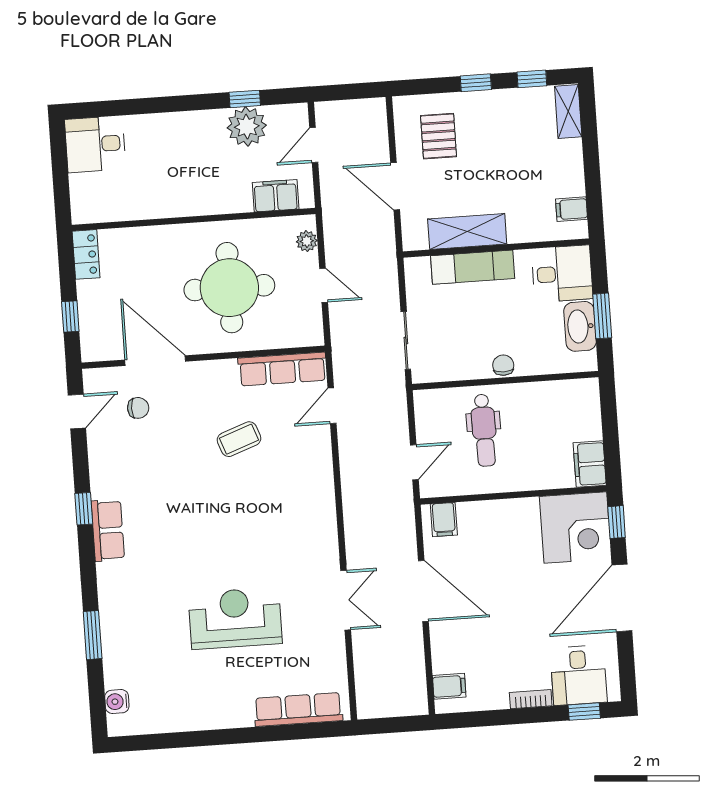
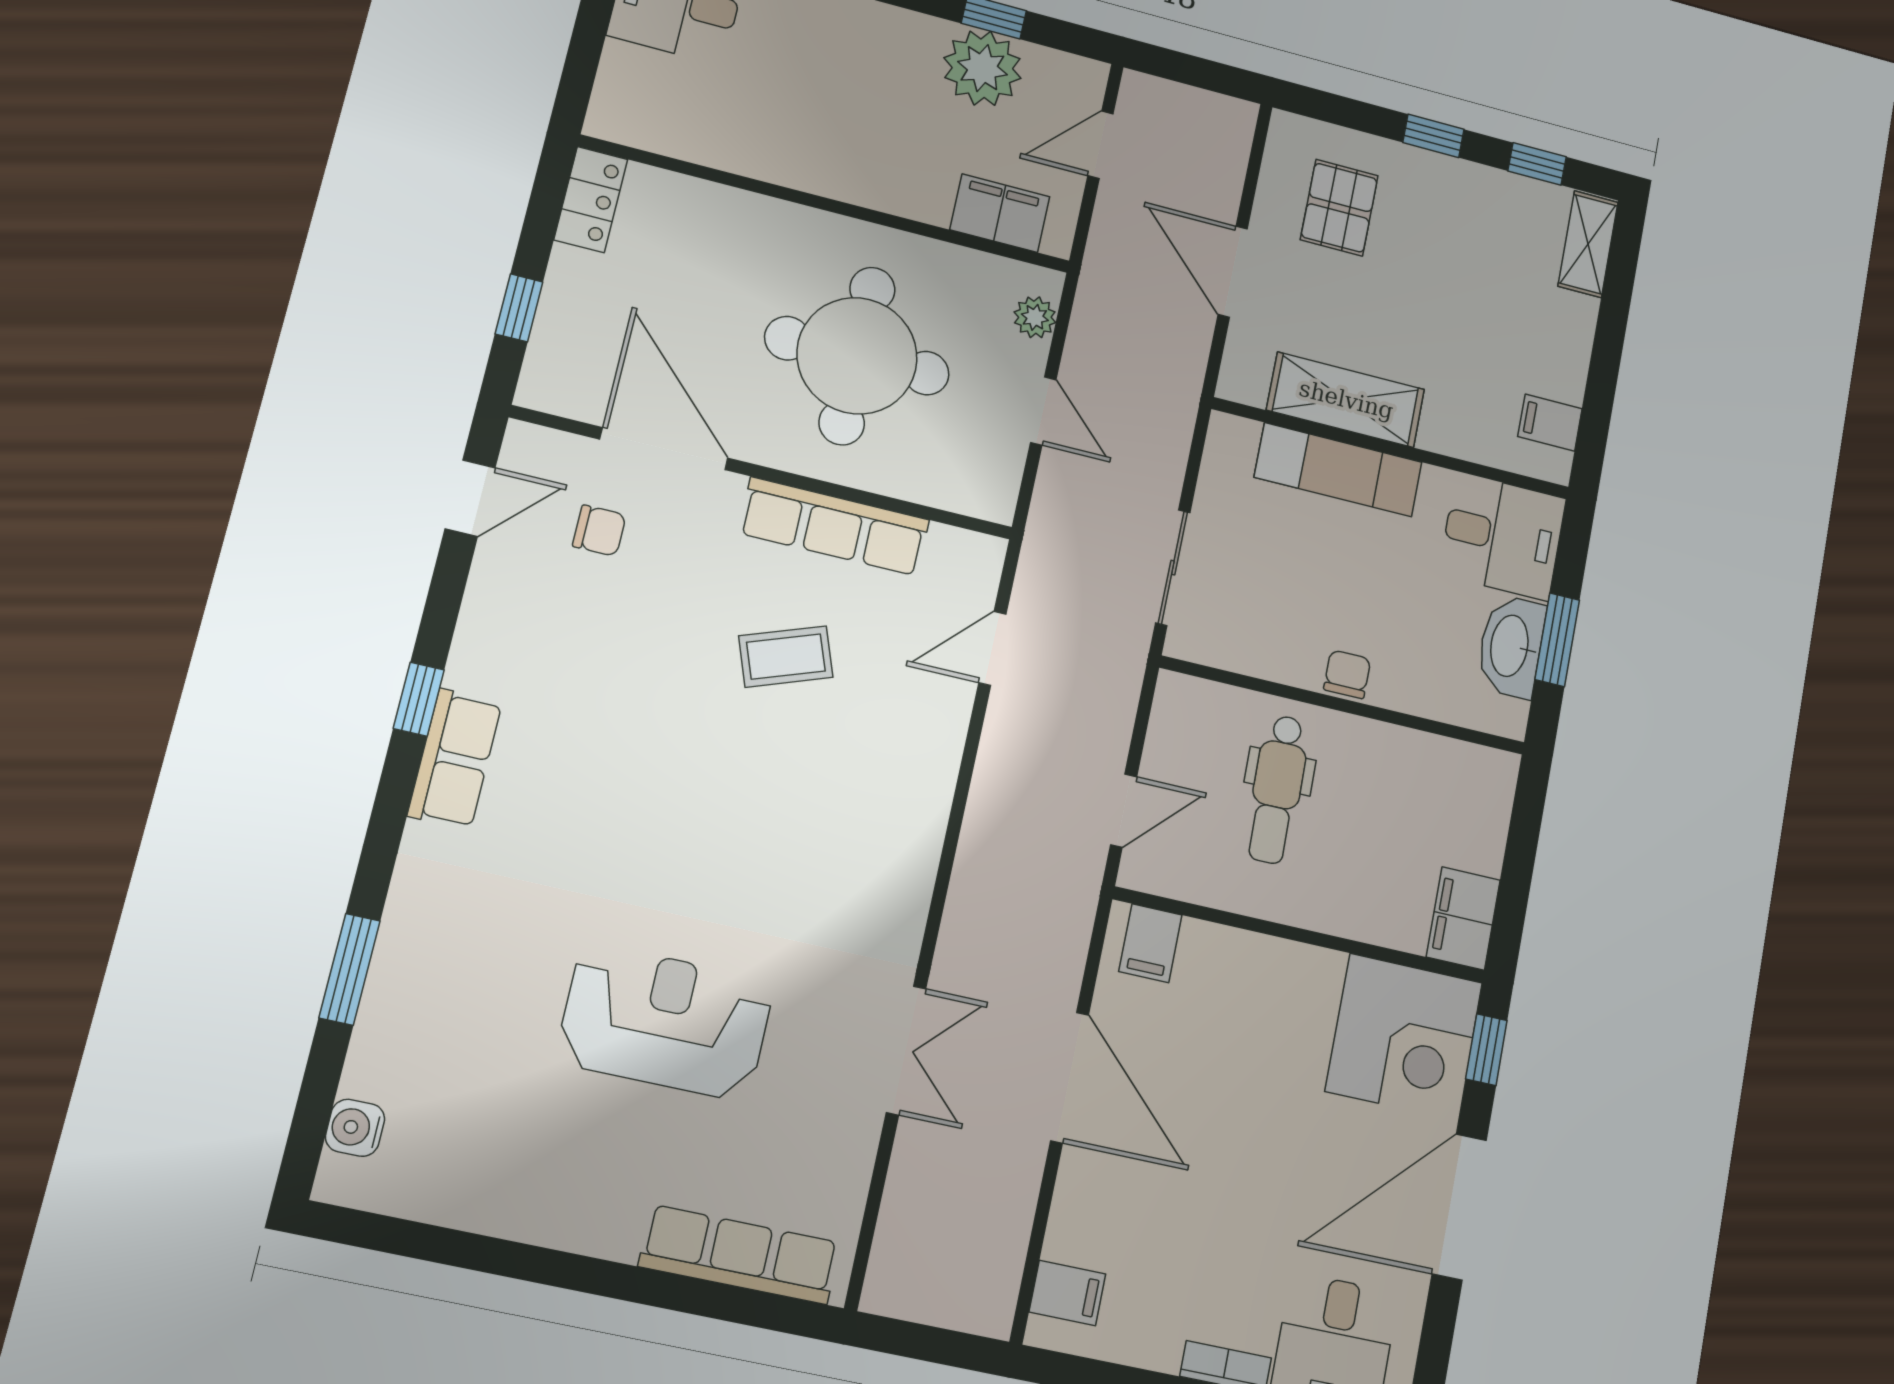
row of seats: (282, 369) -> (834, 526), moved

